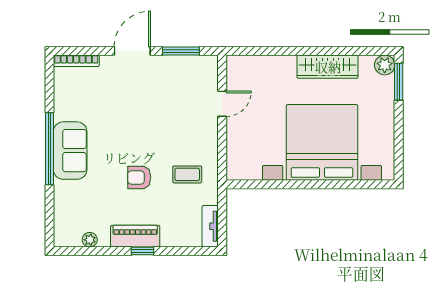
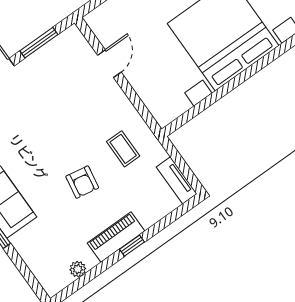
coffee table: (187, 174) -> (123, 149), turned 90
armchair: (139, 177) -> (82, 182), turned -80

